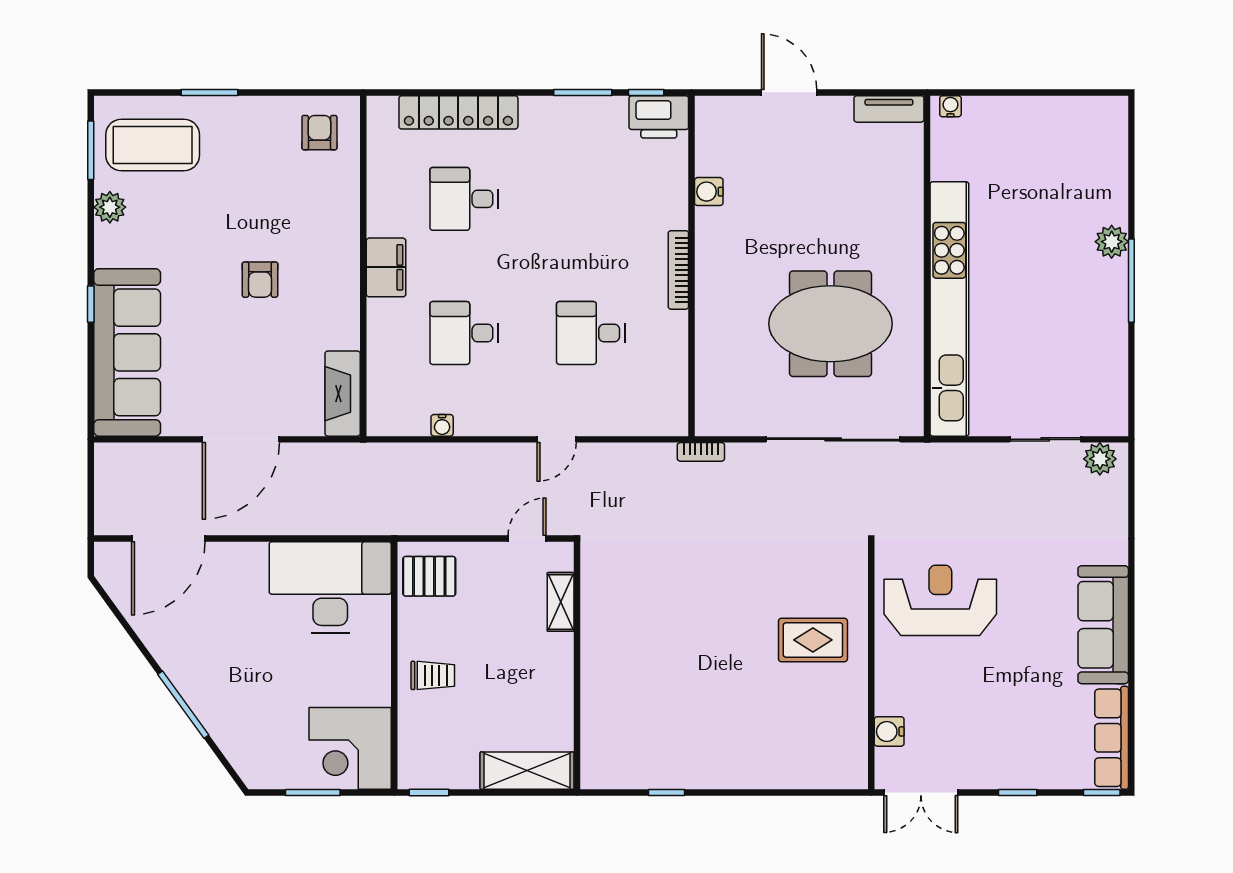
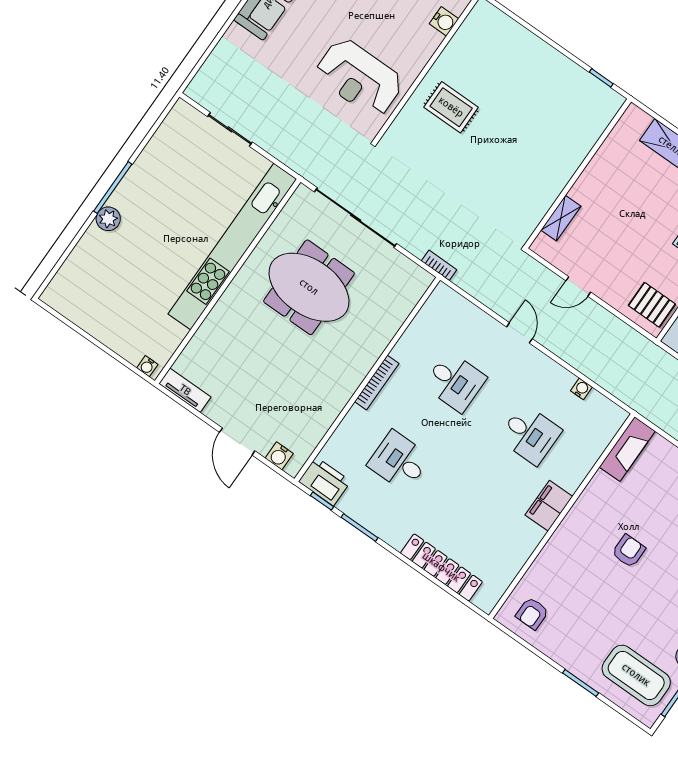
water cooler: (709, 192) -> (279, 456), moved, turned 90
desk: (464, 199) -> (399, 461), moved, turned 180
door: (557, 439) -> (519, 333), hinge flipped
plant: (1100, 459) -> (206, 95), removed
shelving: (561, 602) -> (561, 218), moved
wall: (577, 665) -> (578, 174), moved

